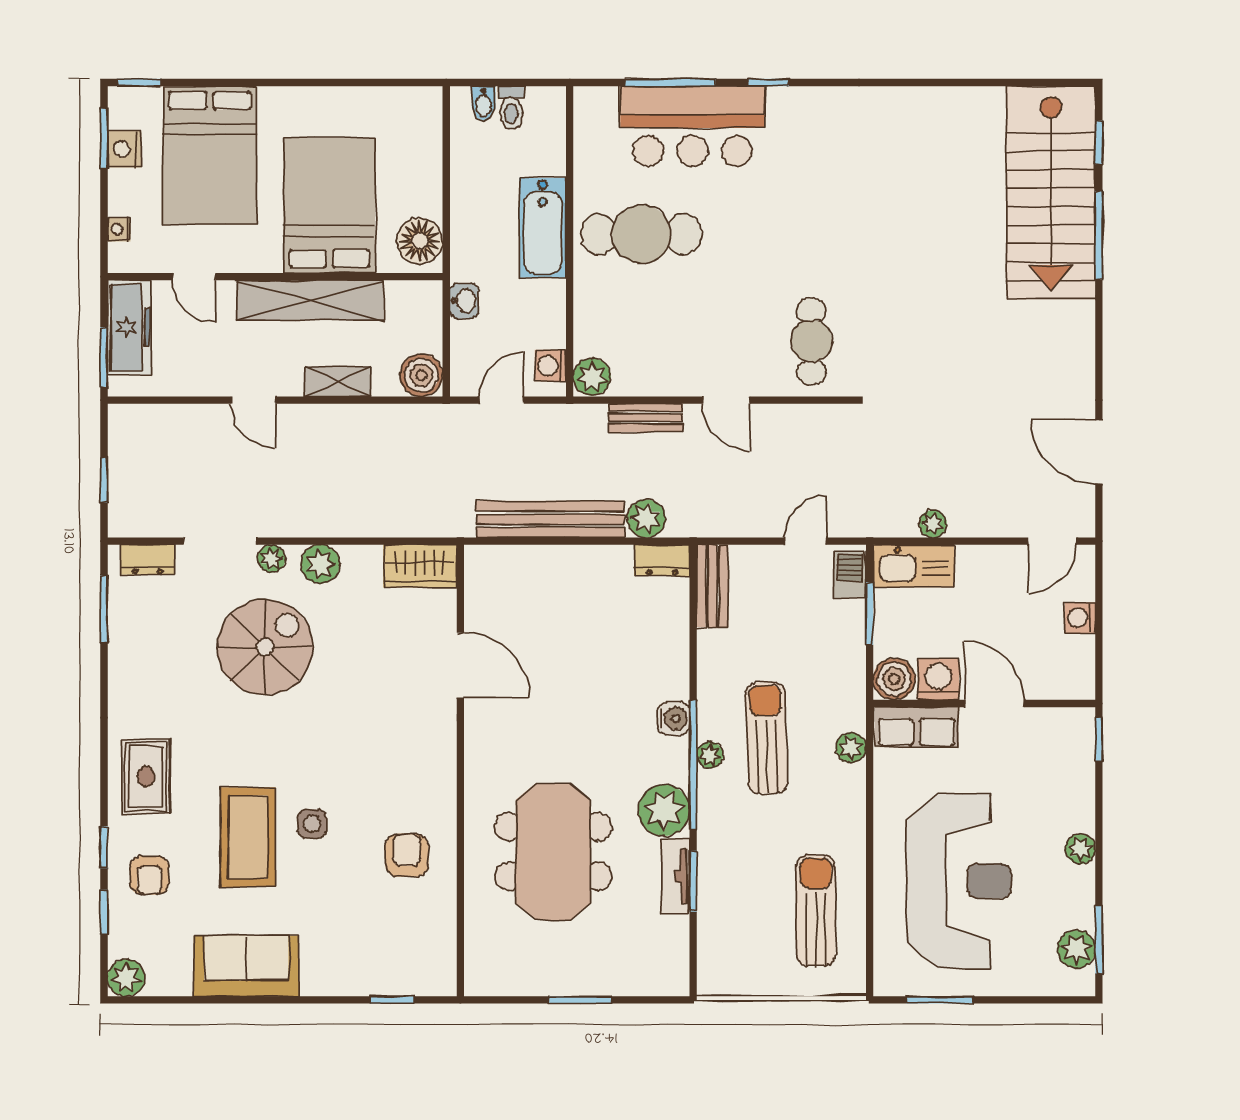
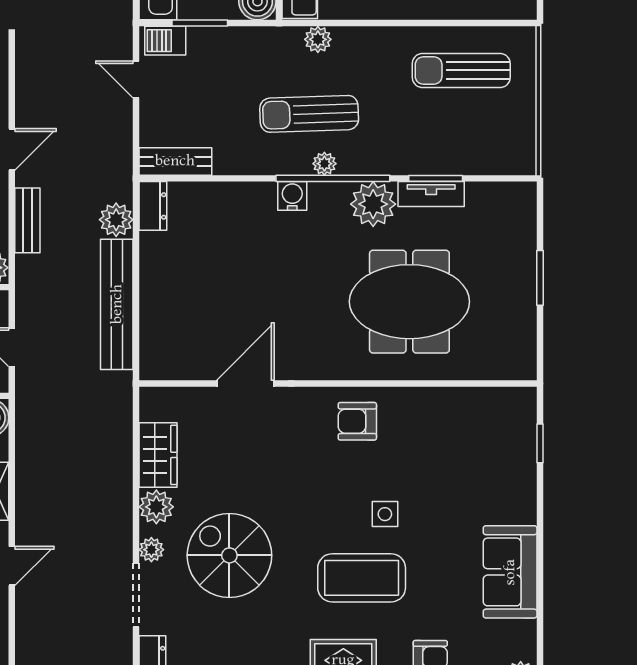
wardrobe: (420, 566) -> (158, 455), moved
coffee table: (248, 837) -> (362, 578), moved
armchair: (407, 855) -> (357, 421), moved

